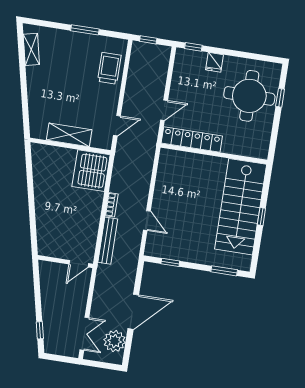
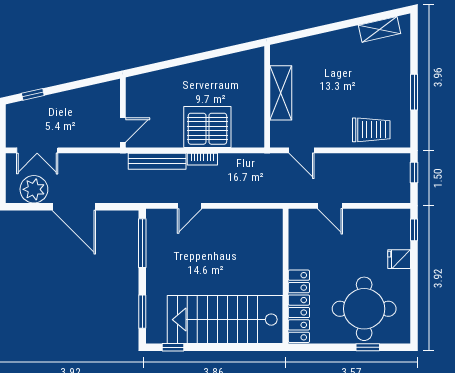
locker: (192, 140) -> (299, 306), moved
server rack: (91, 171) -> (207, 127), moved
window: (261, 217) -> (173, 347), moved
window: (170, 262) -> (142, 243), width x2.17
door: (79, 264) -> (123, 130), swing flipped

